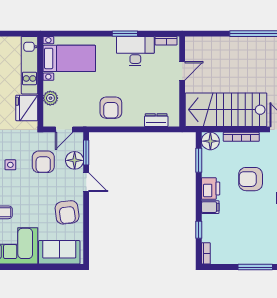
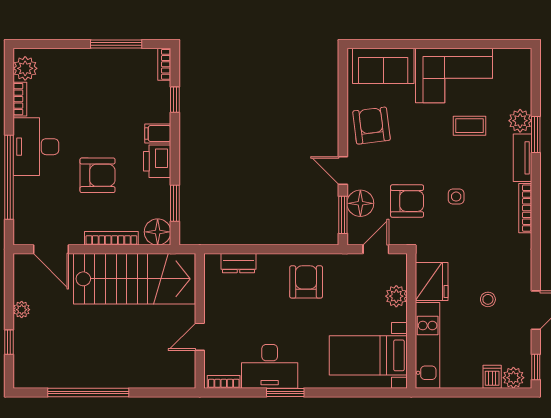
armchair: (43, 162) -> (407, 201), turned 90
window: (255, 267) -> (116, 44), moved

